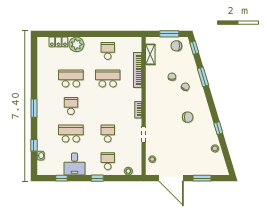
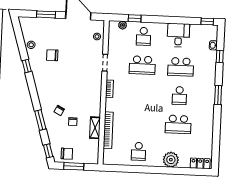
locker: (58, 42) -> (200, 163), moved
shelving: (150, 54) -> (95, 128), moved
school desk: (108, 78) -> (140, 123), removed
chair: (188, 117) -> (52, 55), moved
school desk: (108, 134) -> (142, 65), width x1.85
window: (62, 178) -> (207, 21), moved
window: (97, 178) -> (135, 18), moved

